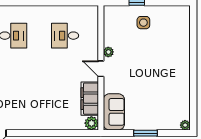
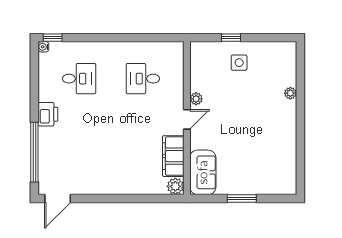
door: (101, 69) -> (187, 119), swing flipped
plant: (185, 125) -> (290, 93), moved

